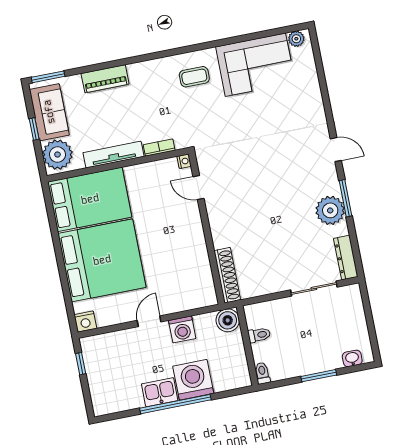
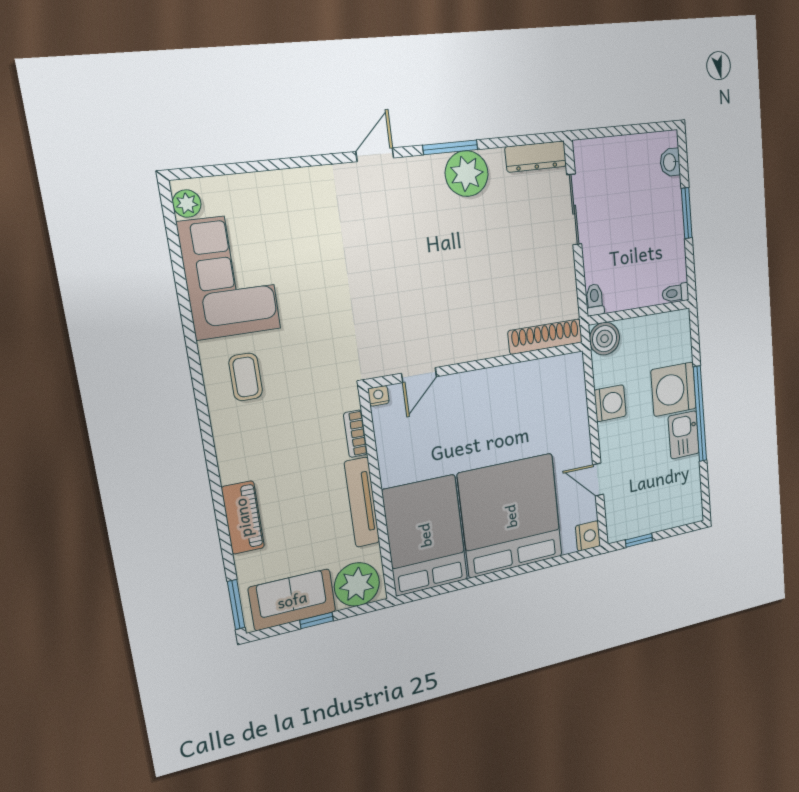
door: (149, 321) -> (598, 480), moved
toilet: (259, 335) -> (595, 300), moved

